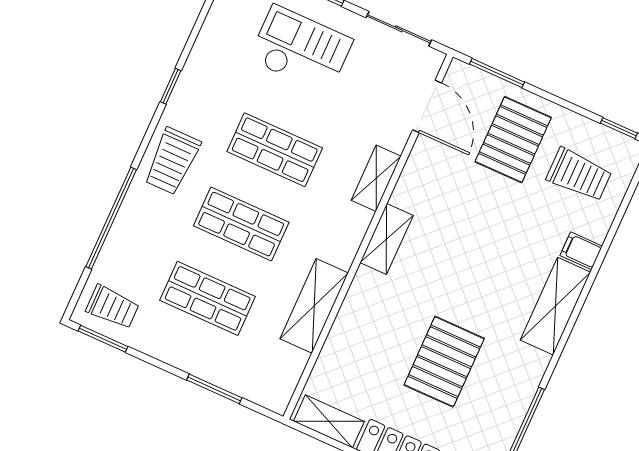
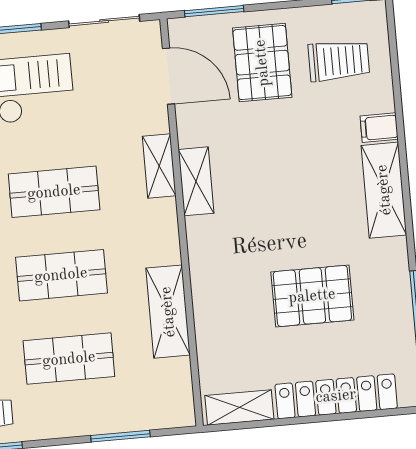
shelving: (387, 239) -> (196, 181), moved
pallet: (444, 362) -> (312, 296), turned 90

